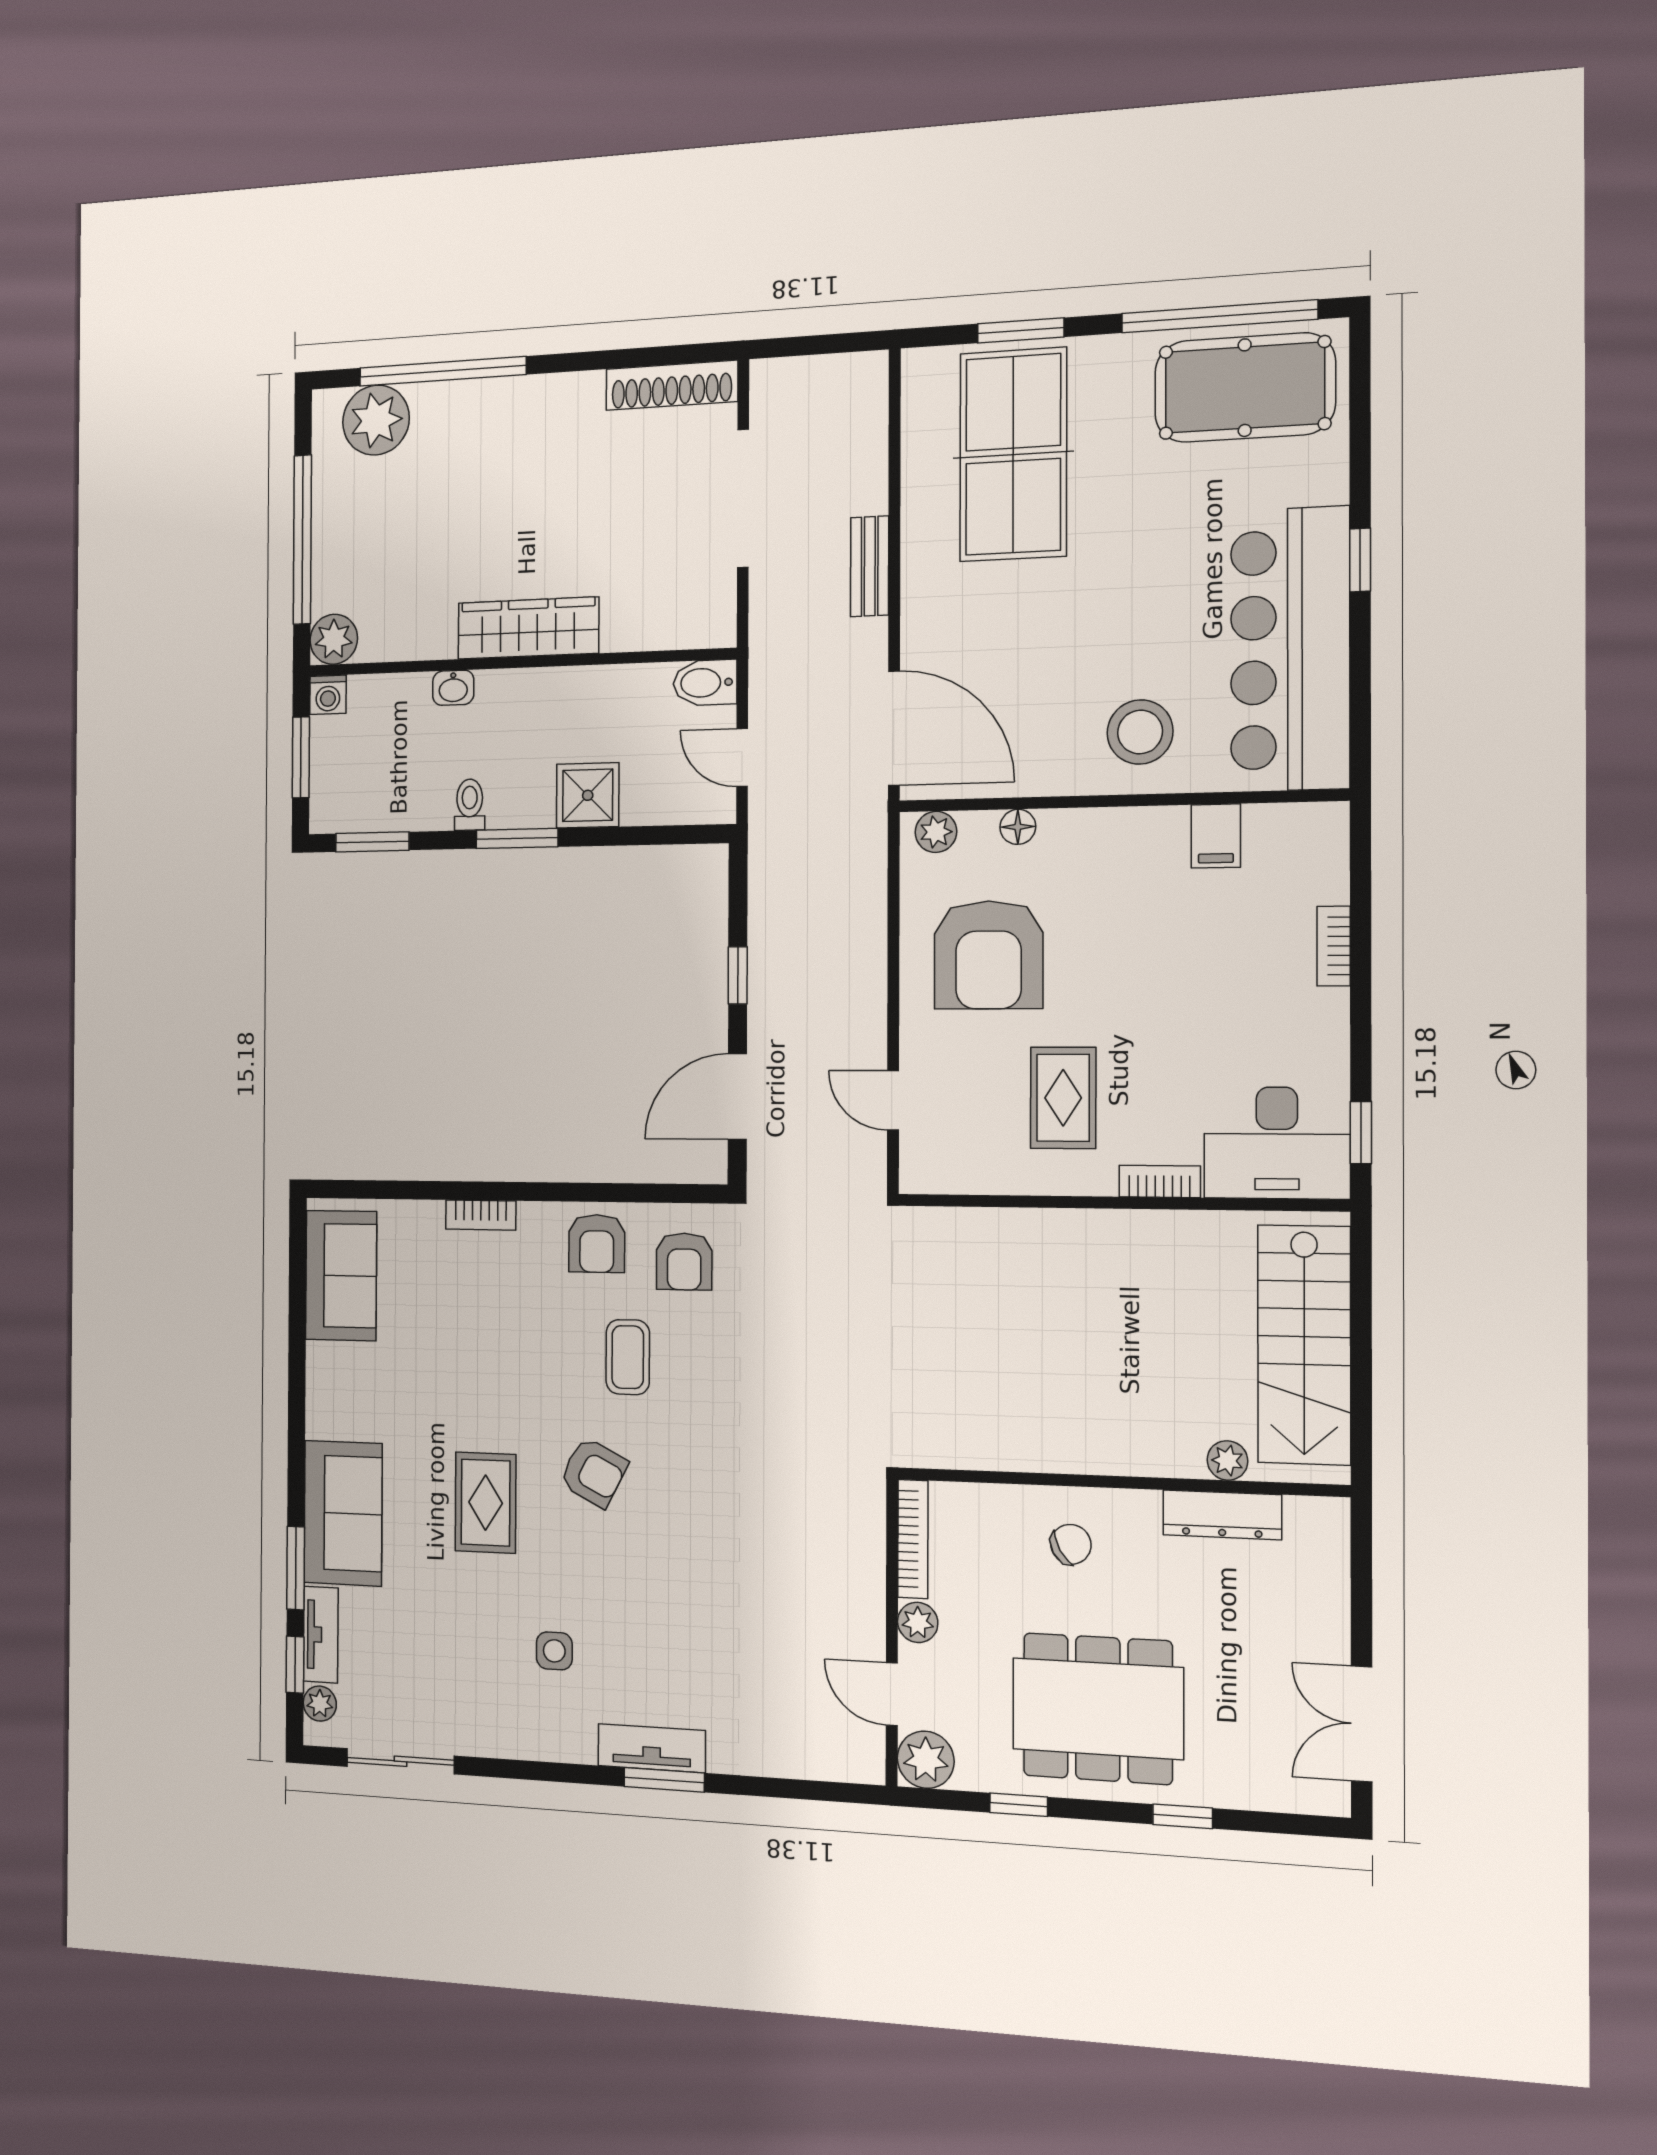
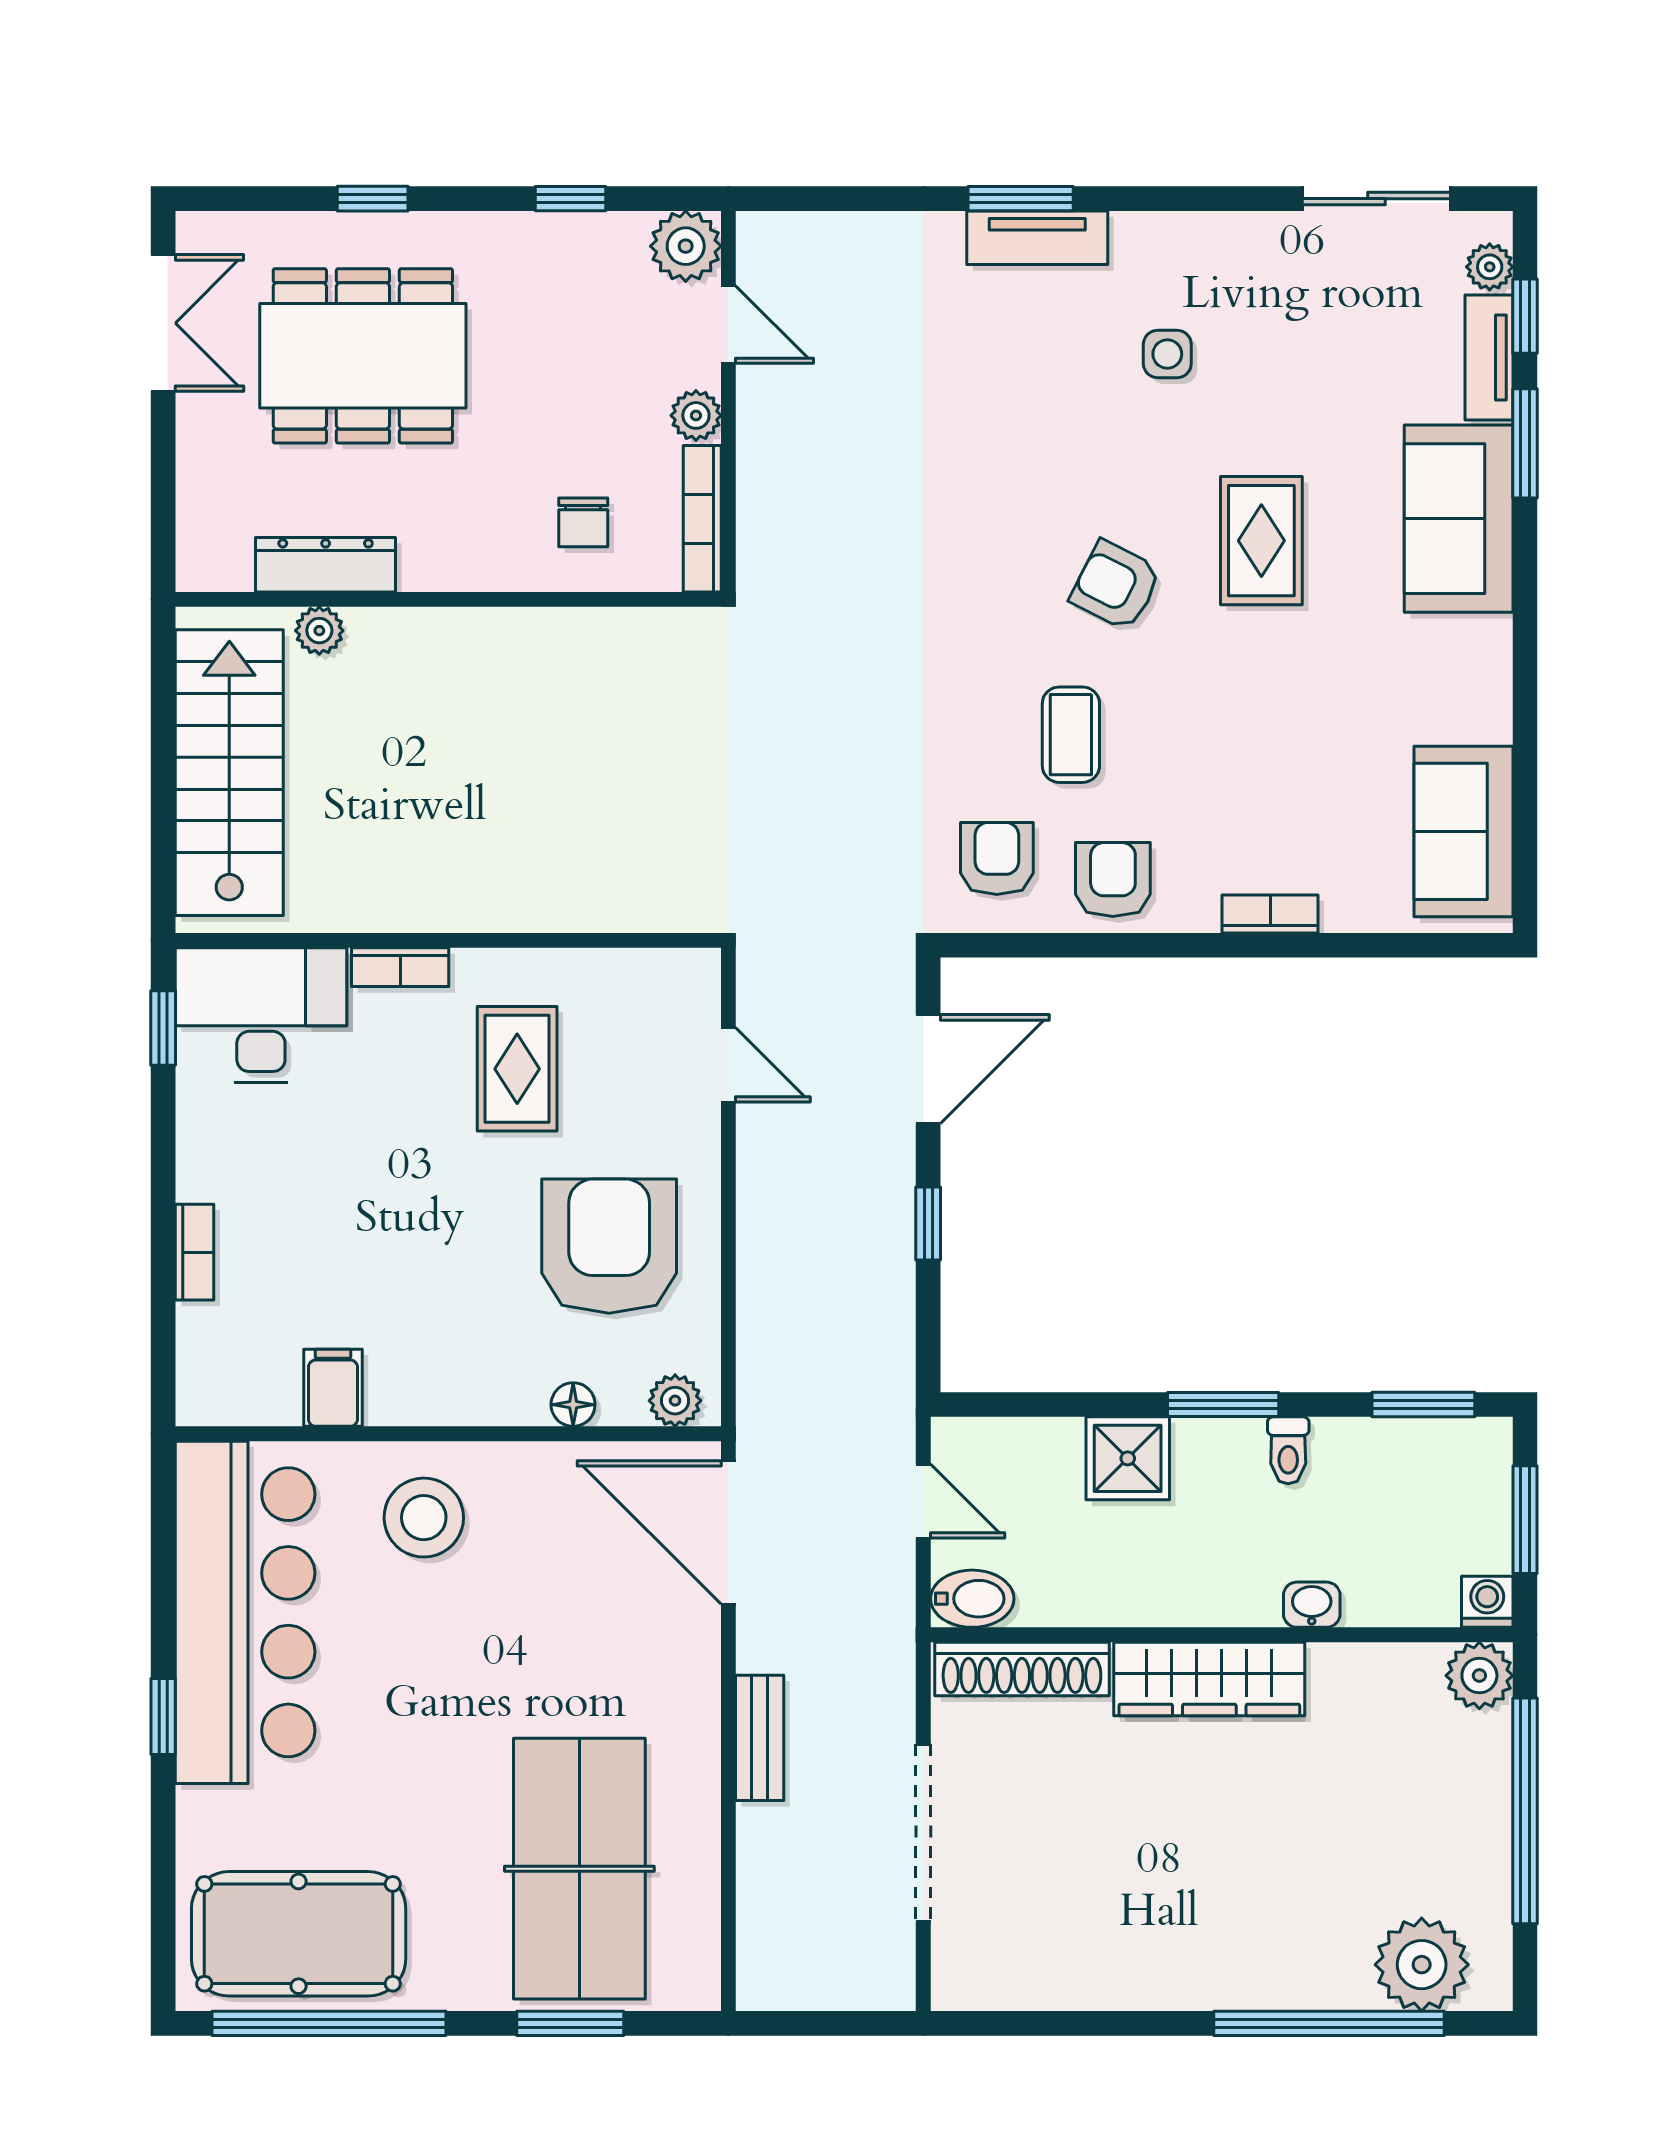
shoe rack: (672, 385) -> (1022, 1669), moved, turned 180
chair: (1071, 1544) -> (583, 522), moved, turned -61
dining table: (1098, 1708) -> (363, 356), moved

